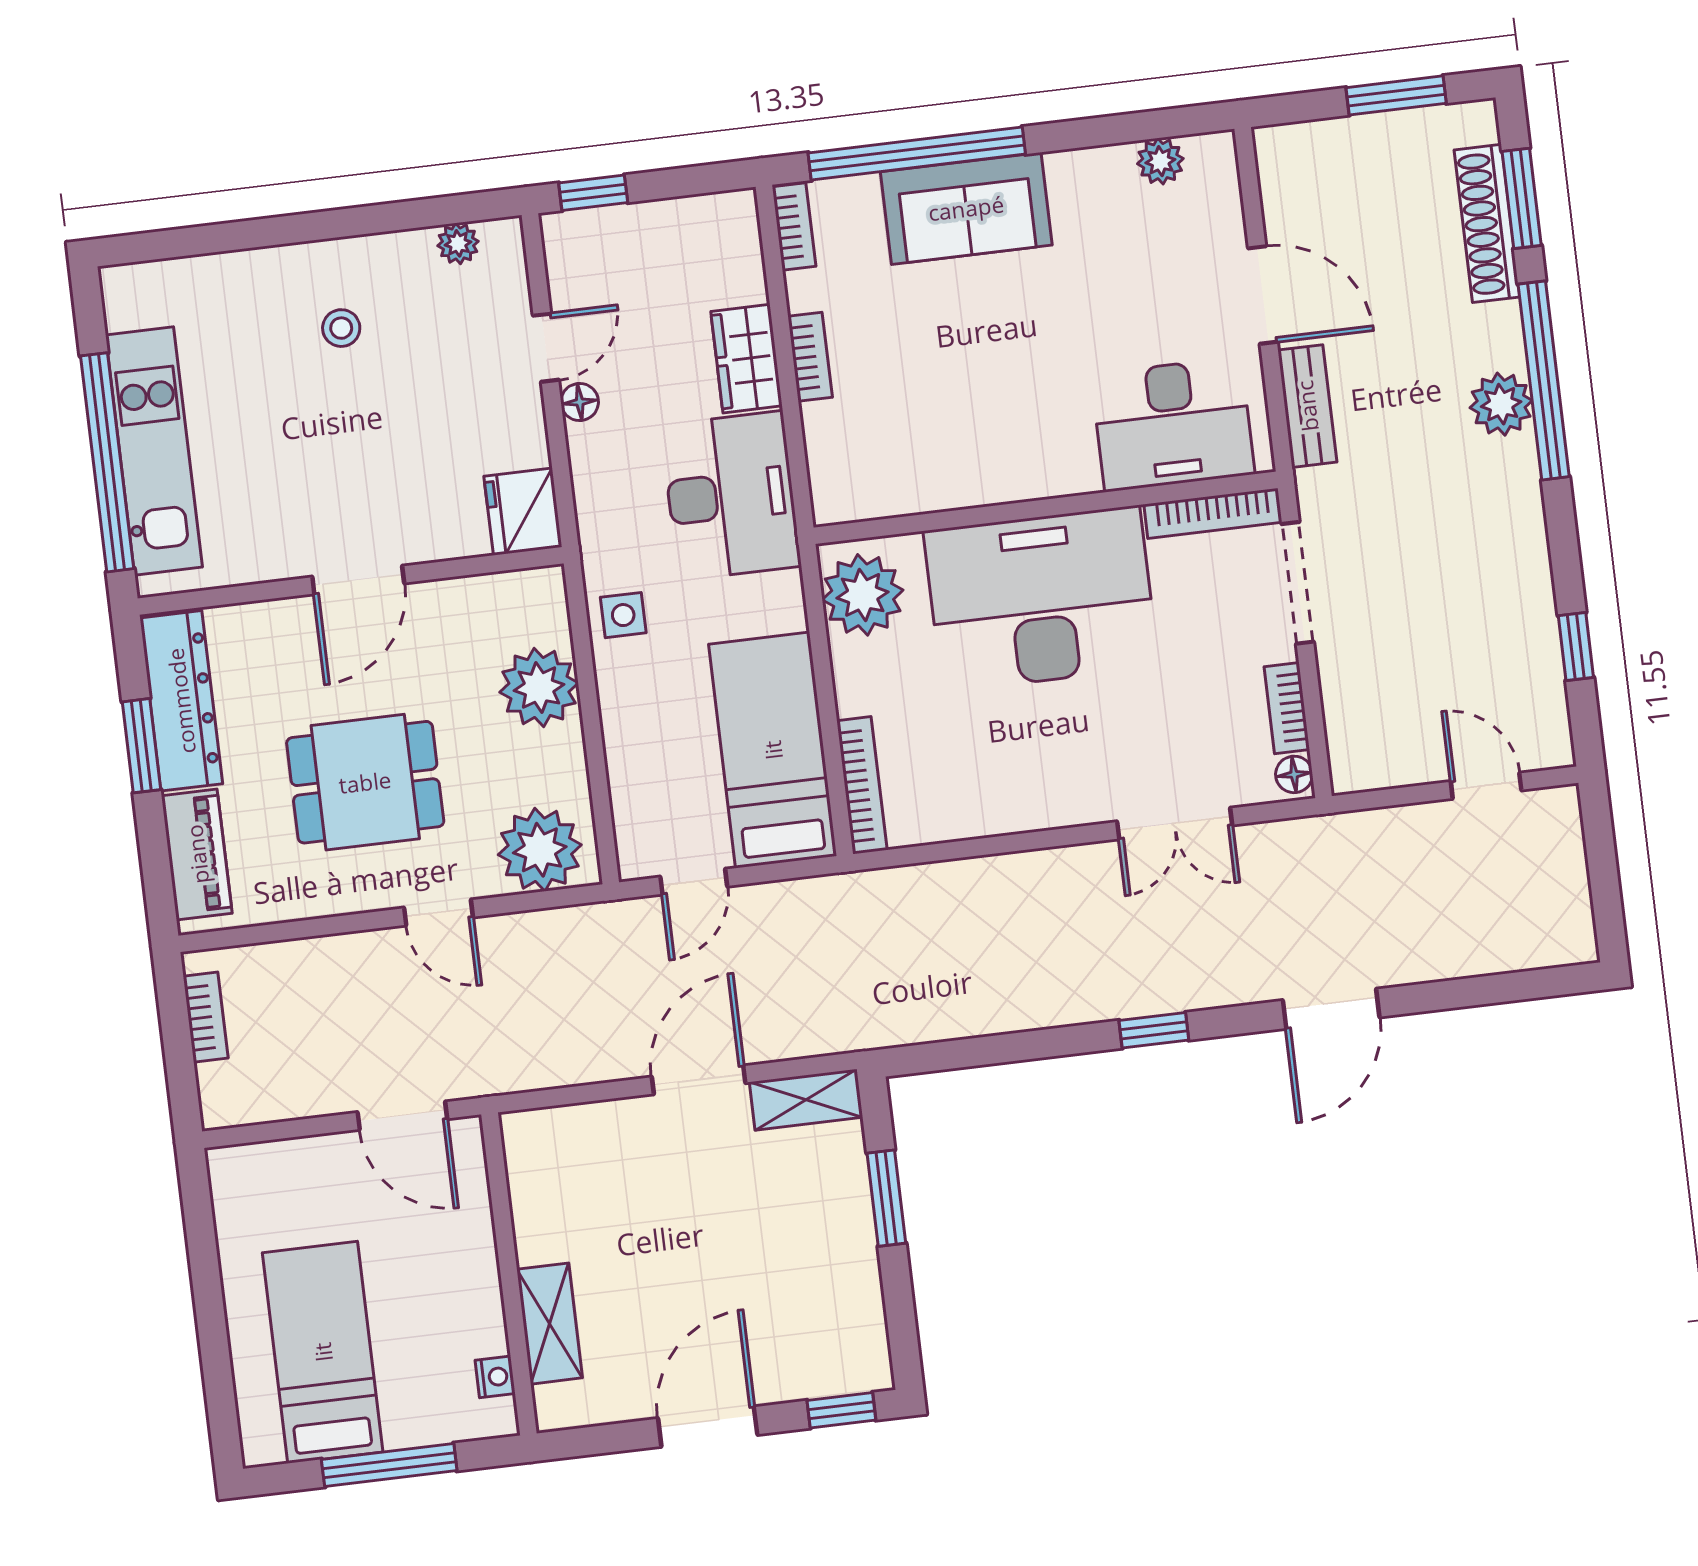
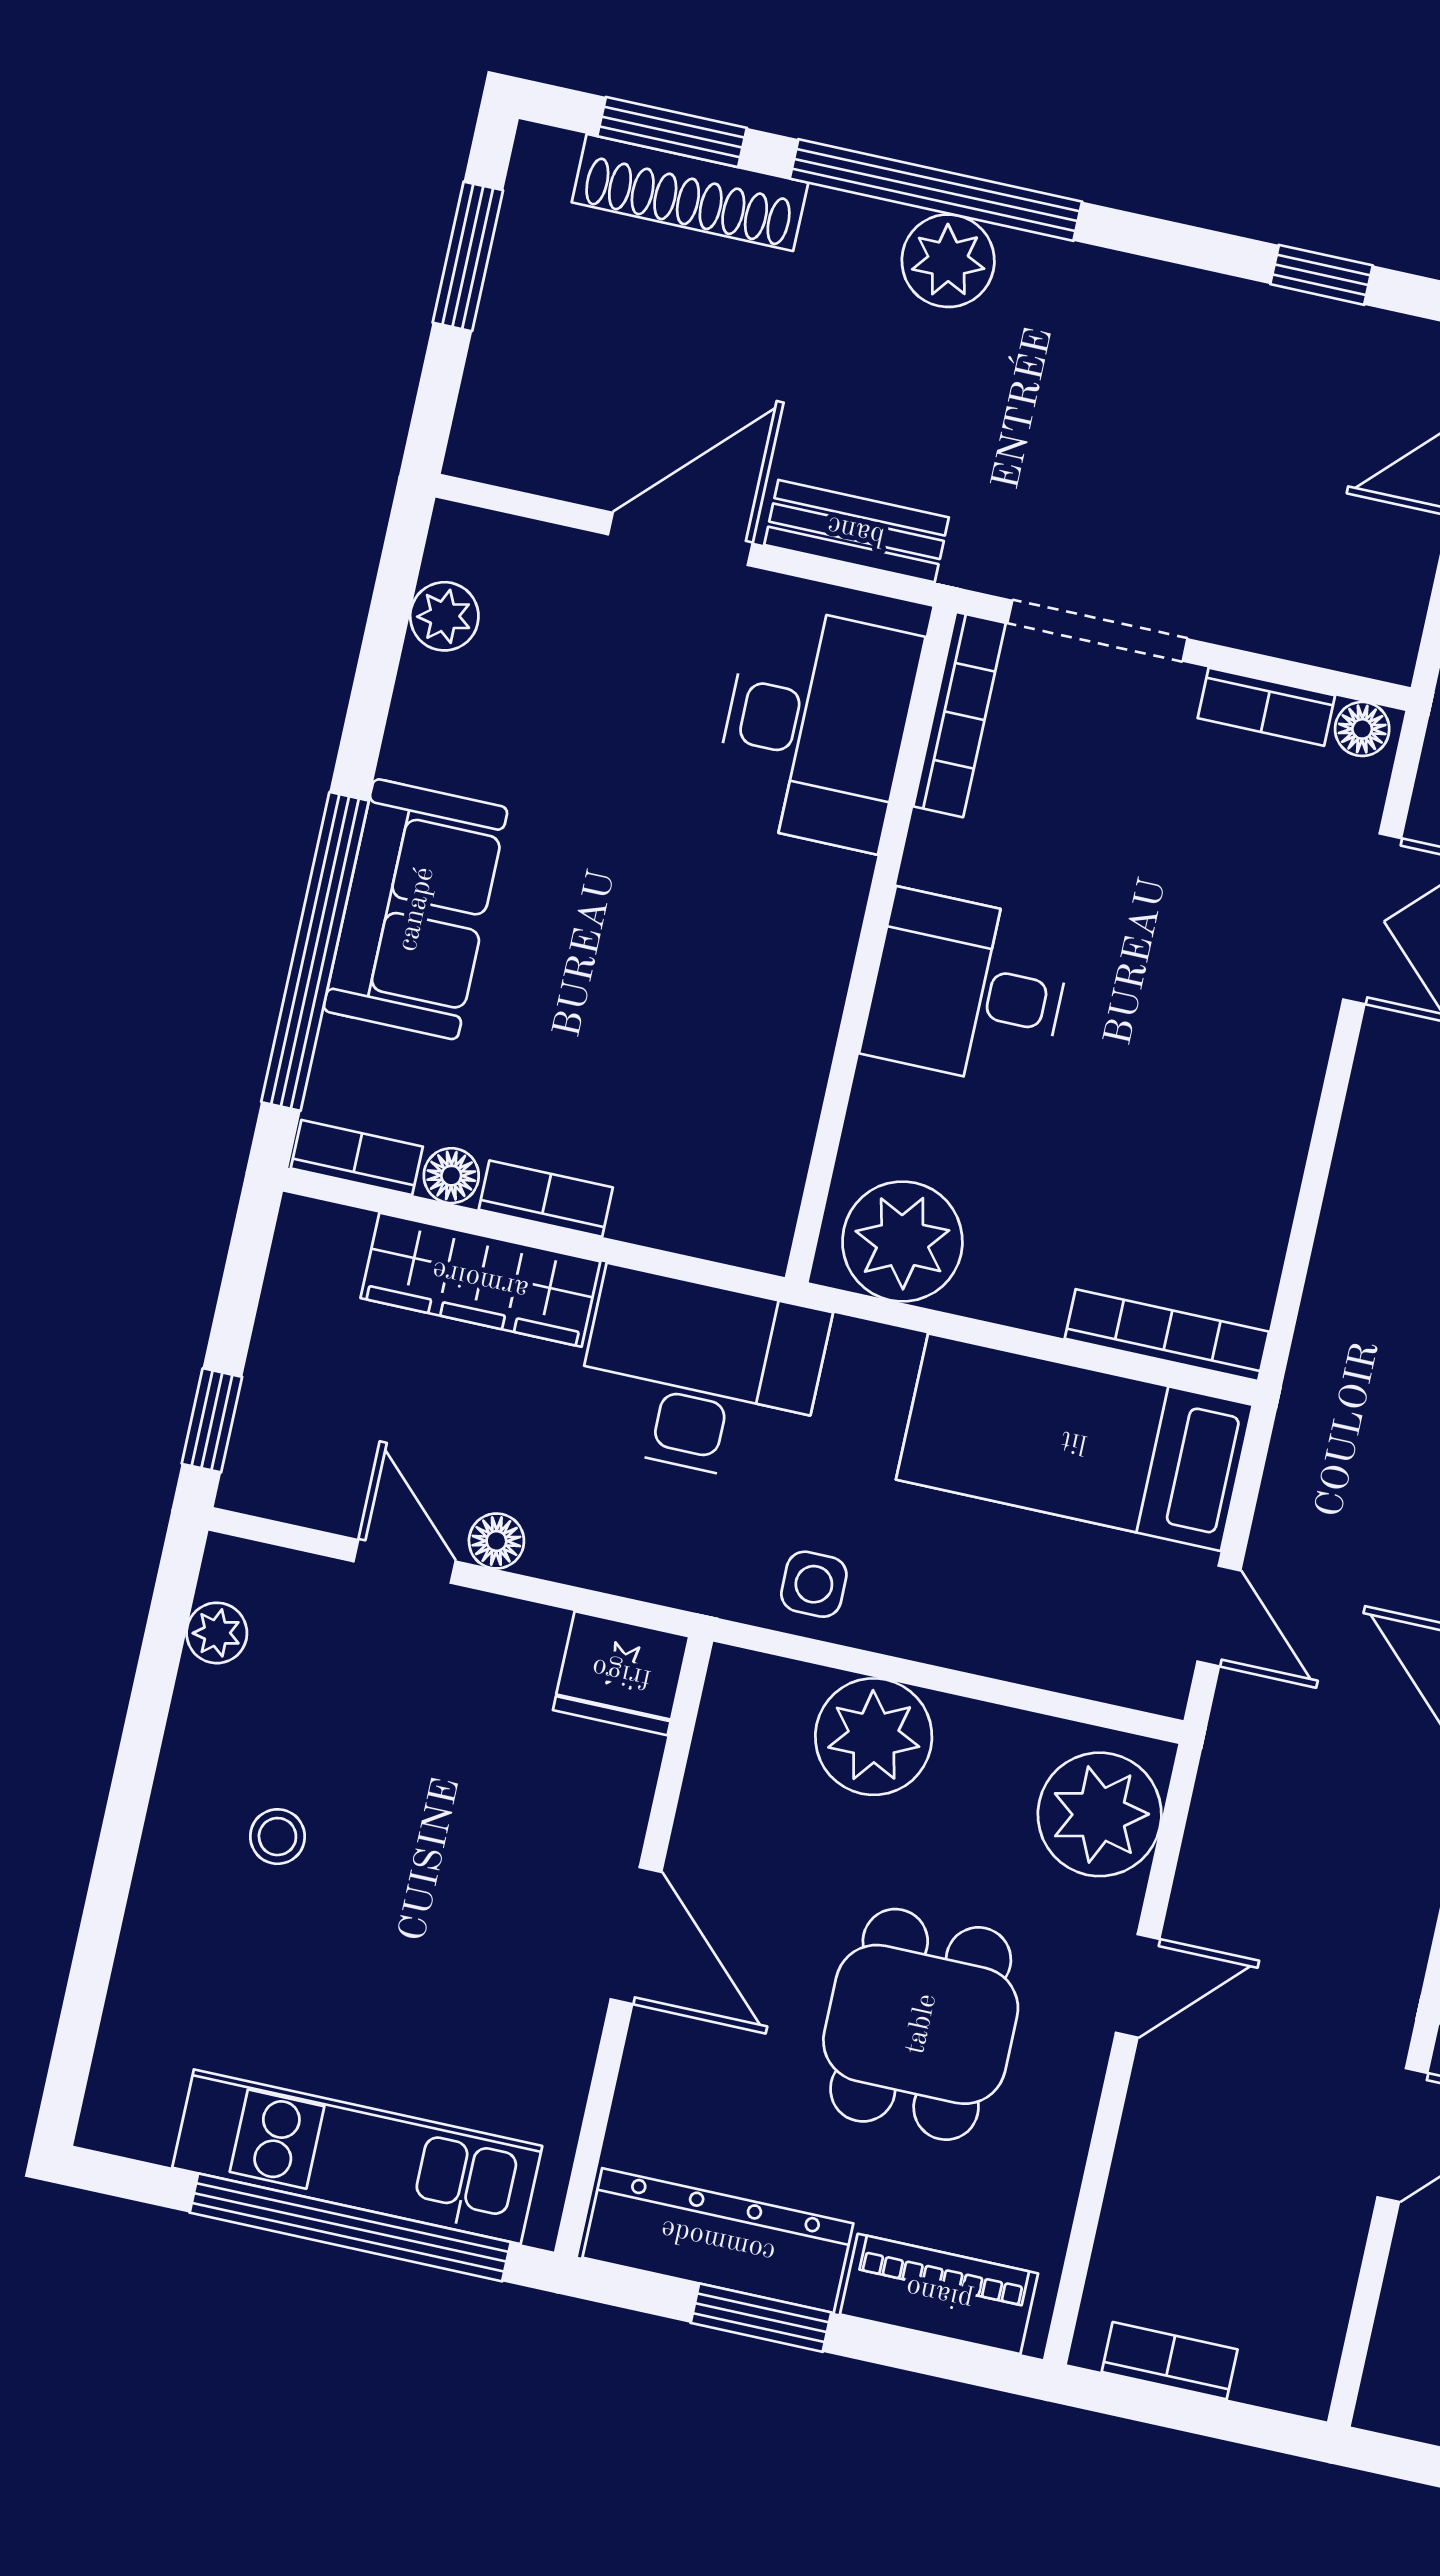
floor lamp: (804, 291) -> (451, 1176), added
wardrobe: (746, 359) -> (480, 1280), width x1.50
desk: (1041, 599) -> (968, 989), width x0.53, depth x0.77

